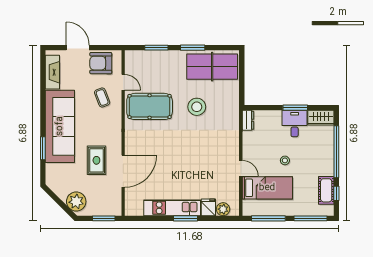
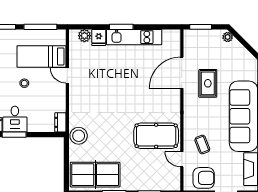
stool: (197, 107) -> (79, 136), moved
plant: (76, 202) -> (228, 37), width x0.53, depth x0.53

